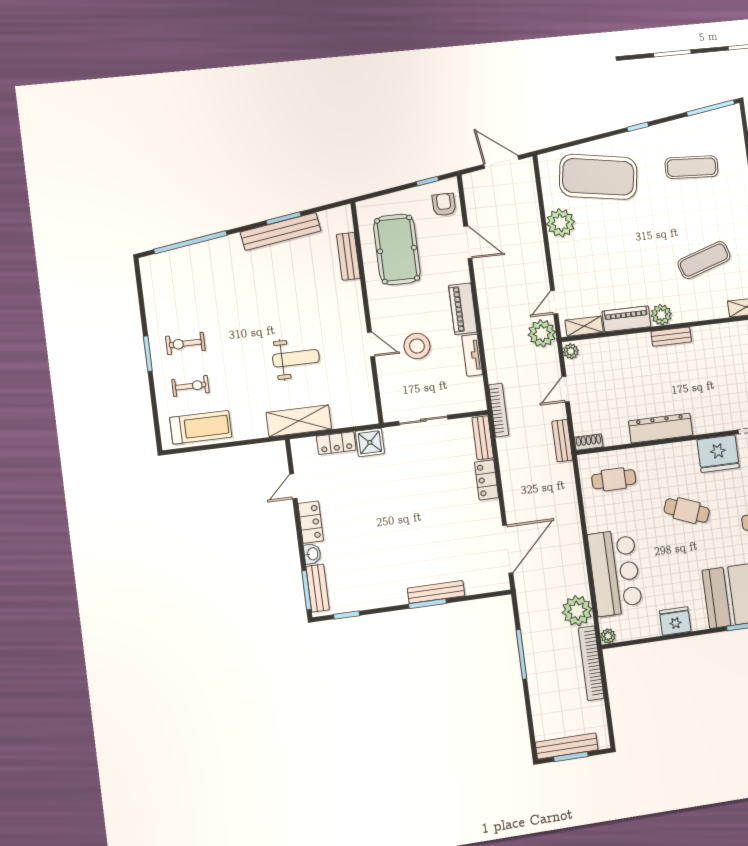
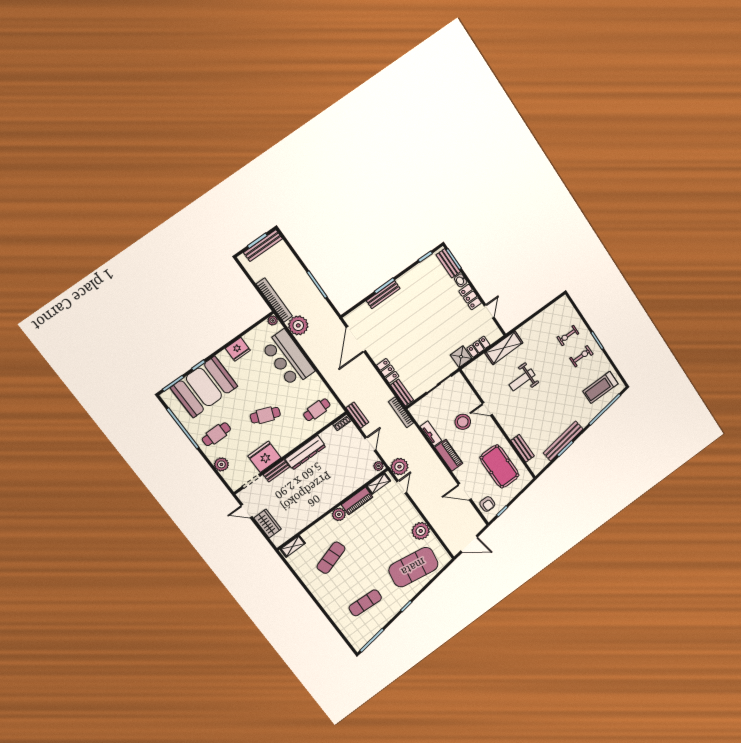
bench: (671, 337) -> (276, 471), moved
treadmill: (201, 427) -> (600, 387), moved

